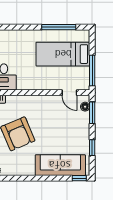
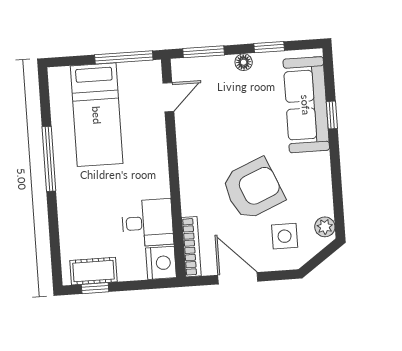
window: (59, 27) -> (49, 159), moved
floor lamp: (85, 107) -> (244, 62), moved
window: (79, 178) -> (332, 115), moved

